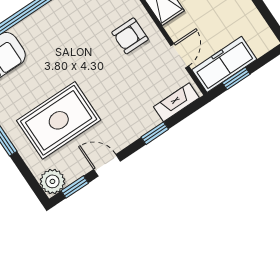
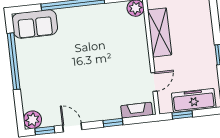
armchair: (130, 36) -> (129, 53), removed
freezer: (224, 64) -> (194, 100), moved
rug: (59, 120) -> (56, 83), removed

